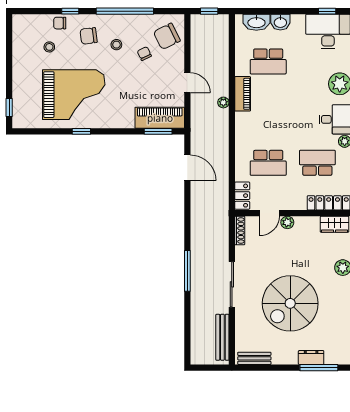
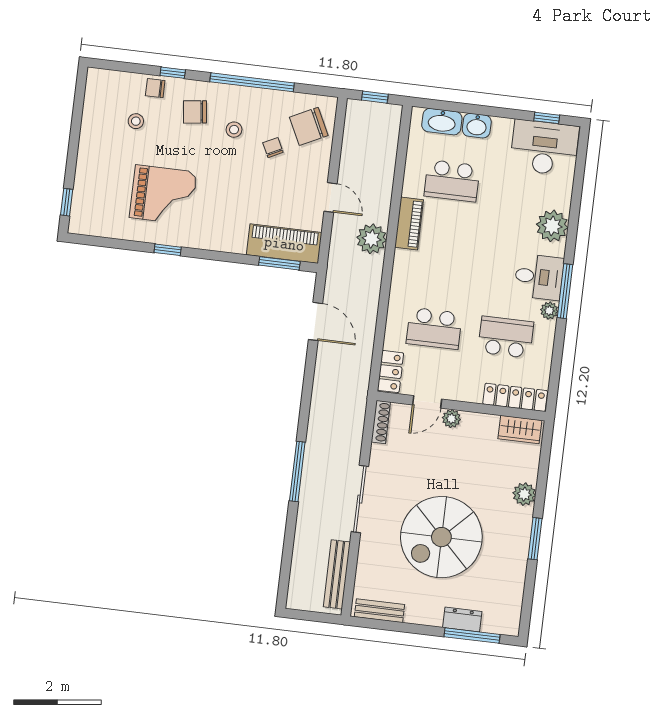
grand piano: (74, 95) -> (163, 195), width x0.73, depth x0.68
plant: (223, 102) -> (372, 239), width x1.88, depth x1.88

